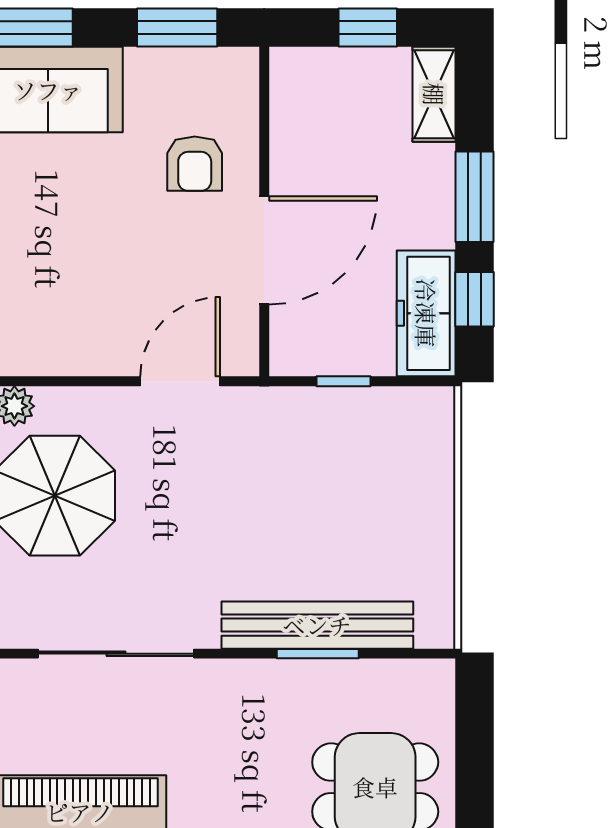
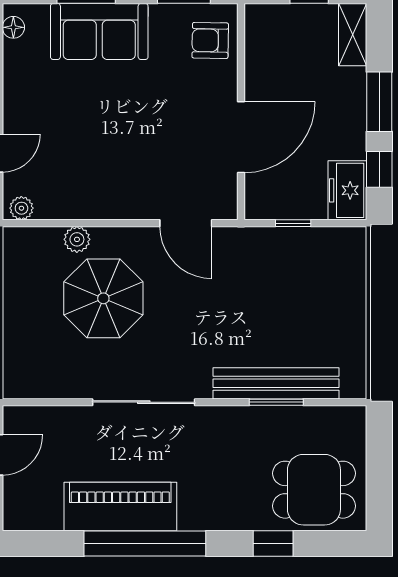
armchair: (195, 164) -> (210, 40), moved, turned 91
freezer: (426, 313) -> (347, 190), width x0.71
door: (180, 381) -> (186, 223), swing flipped

